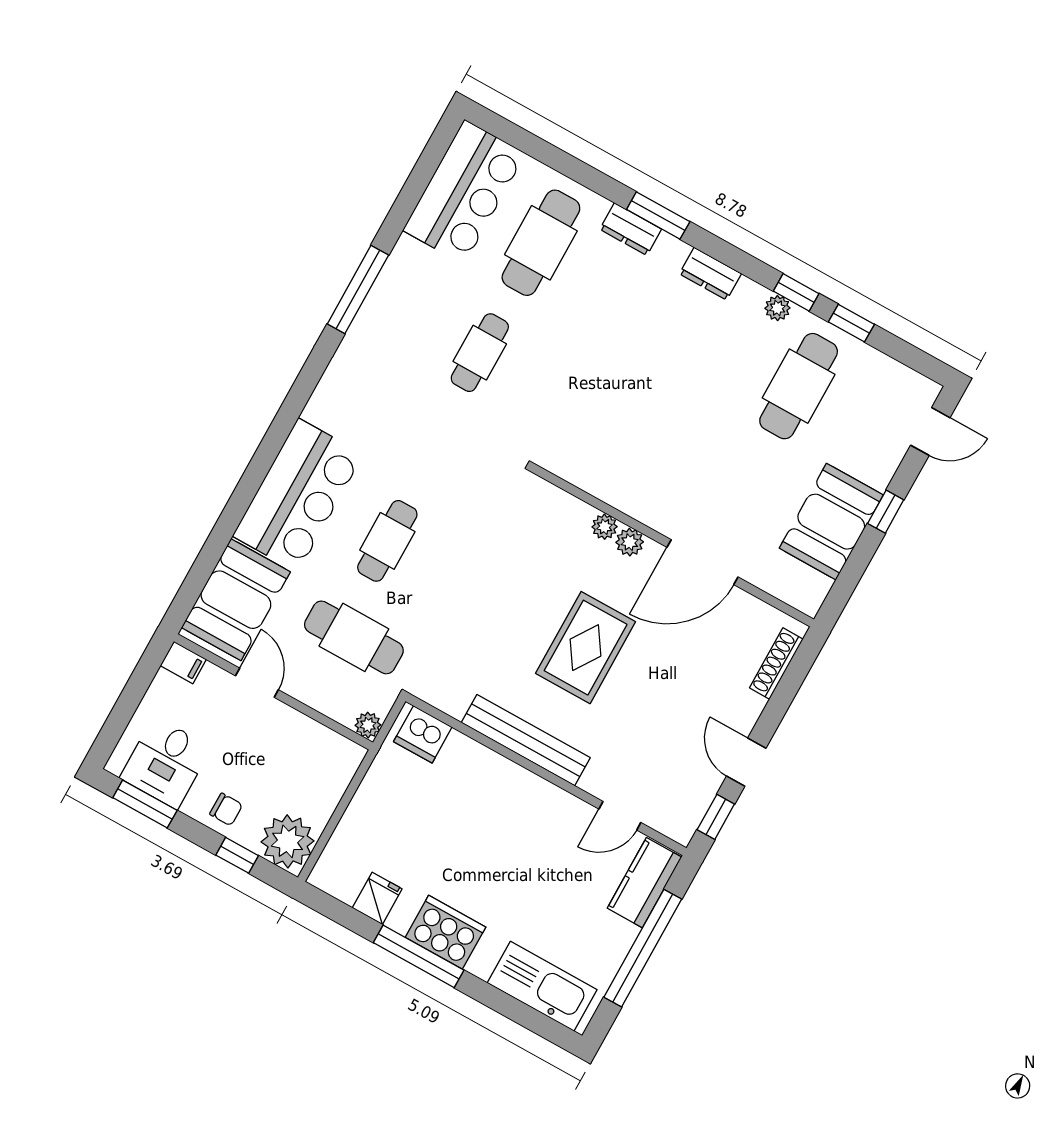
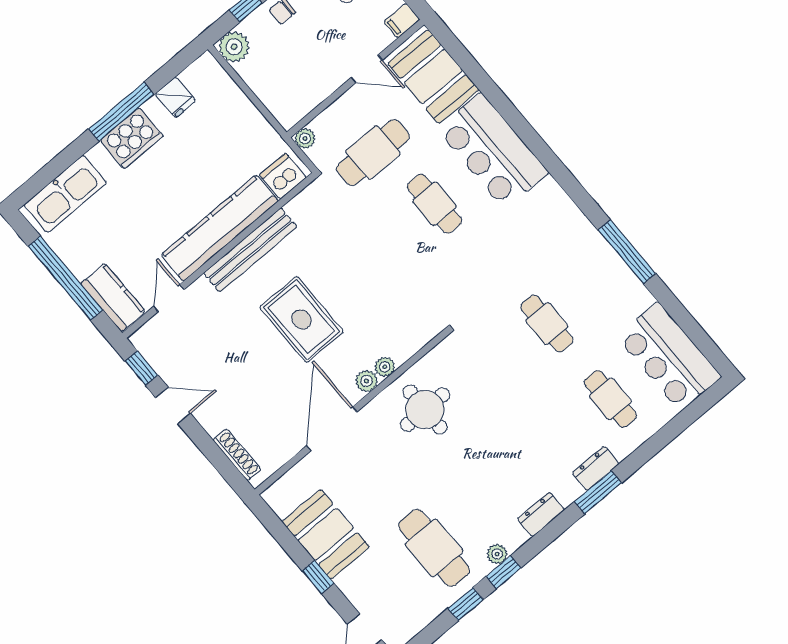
cafe table: (541, 243) -> (610, 399), width x0.73, depth x0.74
round table: (637, 459) -> (425, 410), added
kitchen counter: (513, 786) -> (220, 228), added
plant: (288, 841) -> (234, 47), width x0.73, depth x0.73

